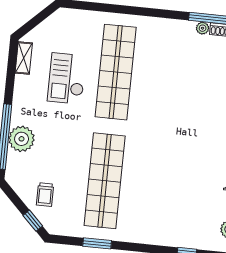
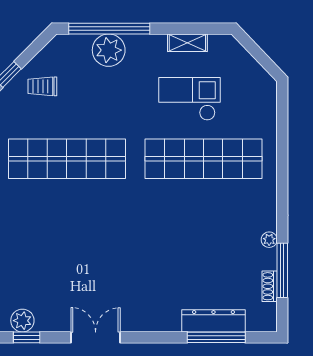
plant: (203, 28) -> (269, 240), moved
shelving: (24, 58) -> (187, 43), moved

